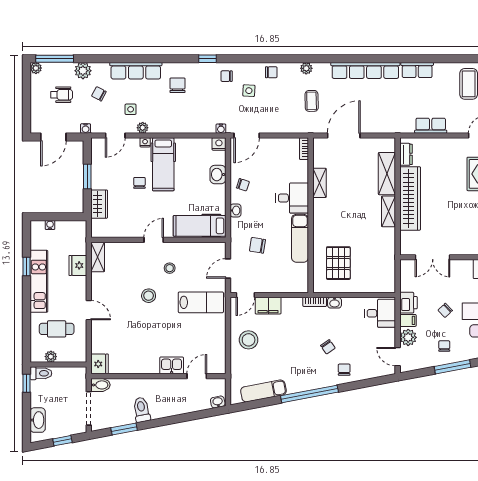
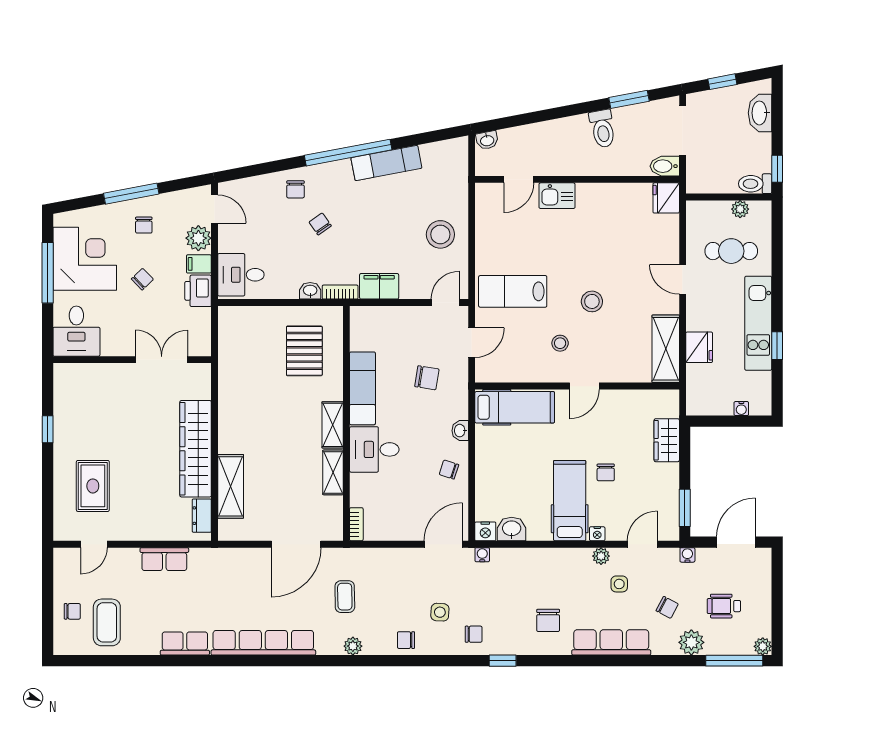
washbasin: (218, 175) -> (512, 529), moved, turned -90
window: (87, 176) -> (685, 508), moved
shelving: (388, 211) -> (333, 425), moved
shelving: (98, 257) -> (666, 349), width x1.50, depth x1.33
filing cabinet: (268, 306) -> (379, 286), moved
exam couch: (263, 391) -> (386, 163), moved

